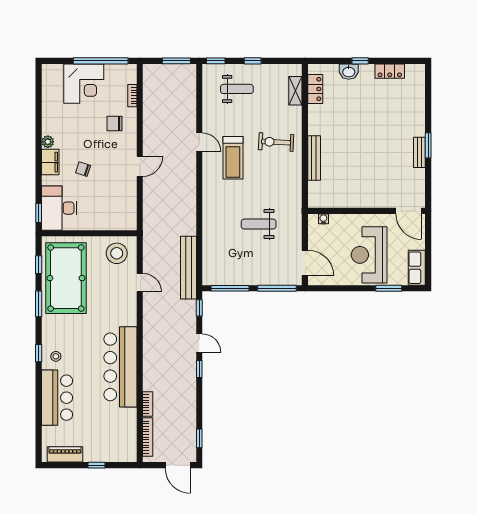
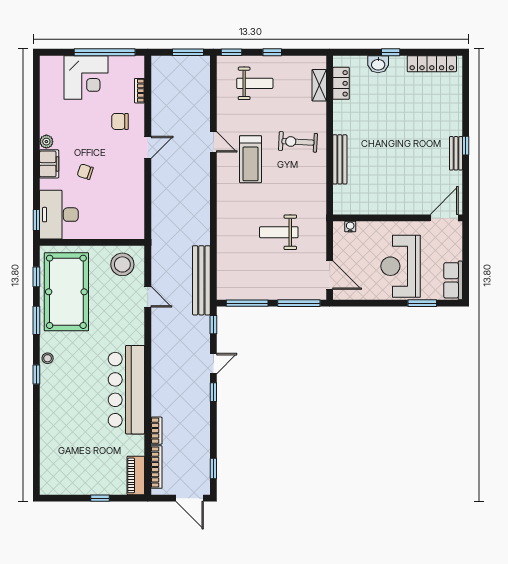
locker: (390, 71) -> (432, 64), width x1.53
window: (428, 145) -> (466, 146), width x0.67
door: (140, 166) -> (148, 147), moved
door: (409, 211) -> (444, 218), swing flipped
door: (199, 343) -> (213, 364), hinge flipped
stool: (56, 356) -> (48, 358), moved
bar counter: (57, 398) -> (57, 424), removed
piano: (65, 454) -> (136, 475), moved, turned -90

